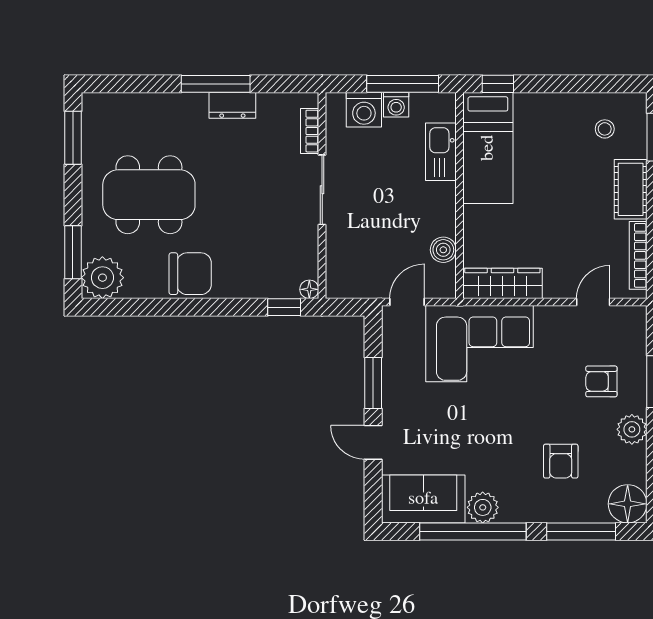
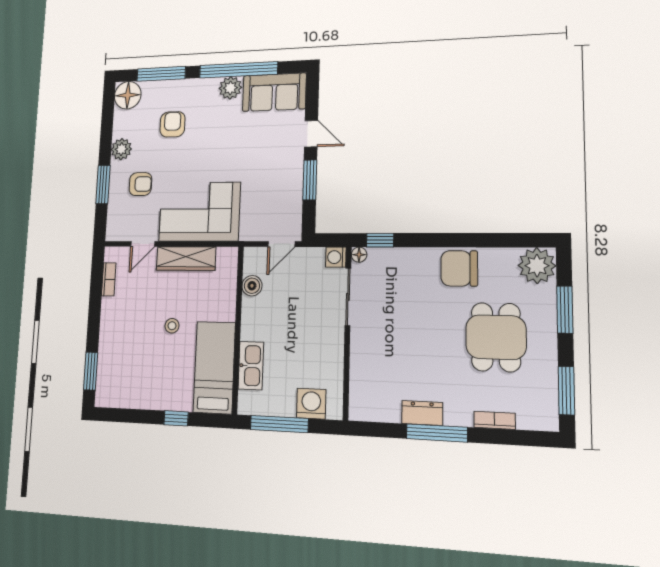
window: (498, 84) -> (176, 418), moved
washing machine: (396, 105) -> (336, 257), moved, turned -90
stool: (605, 129) -> (172, 326), moved
bookcase: (310, 131) -> (495, 420), moved, turned -90
cot: (631, 189) -> (111, 331), removed
sliding door: (322, 190) -> (348, 297), moved
dining table: (149, 195) -> (496, 337), width x0.73
window: (73, 252) -> (565, 310), moved
bookcase: (638, 255) -> (109, 279), width x0.64
wardrobe: (502, 283) -> (186, 258), moved
corner sofa: (479, 344) -> (199, 212), moved

